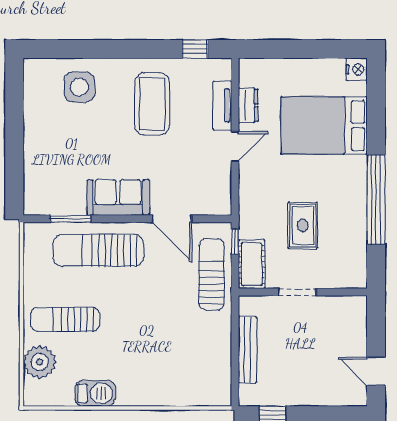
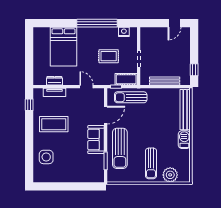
nightstand: (356, 69) -> (124, 32), moved
door: (235, 147) -> (87, 87), moved
barbecue: (95, 393) -> (184, 140), moved
bench: (184, 395) -> (185, 110), added

